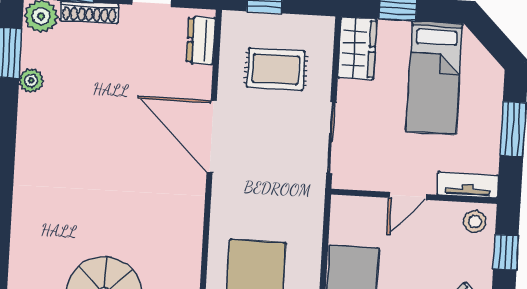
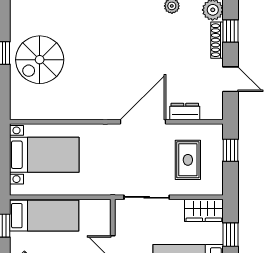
dresser: (201, 40) -> (185, 112), moved

